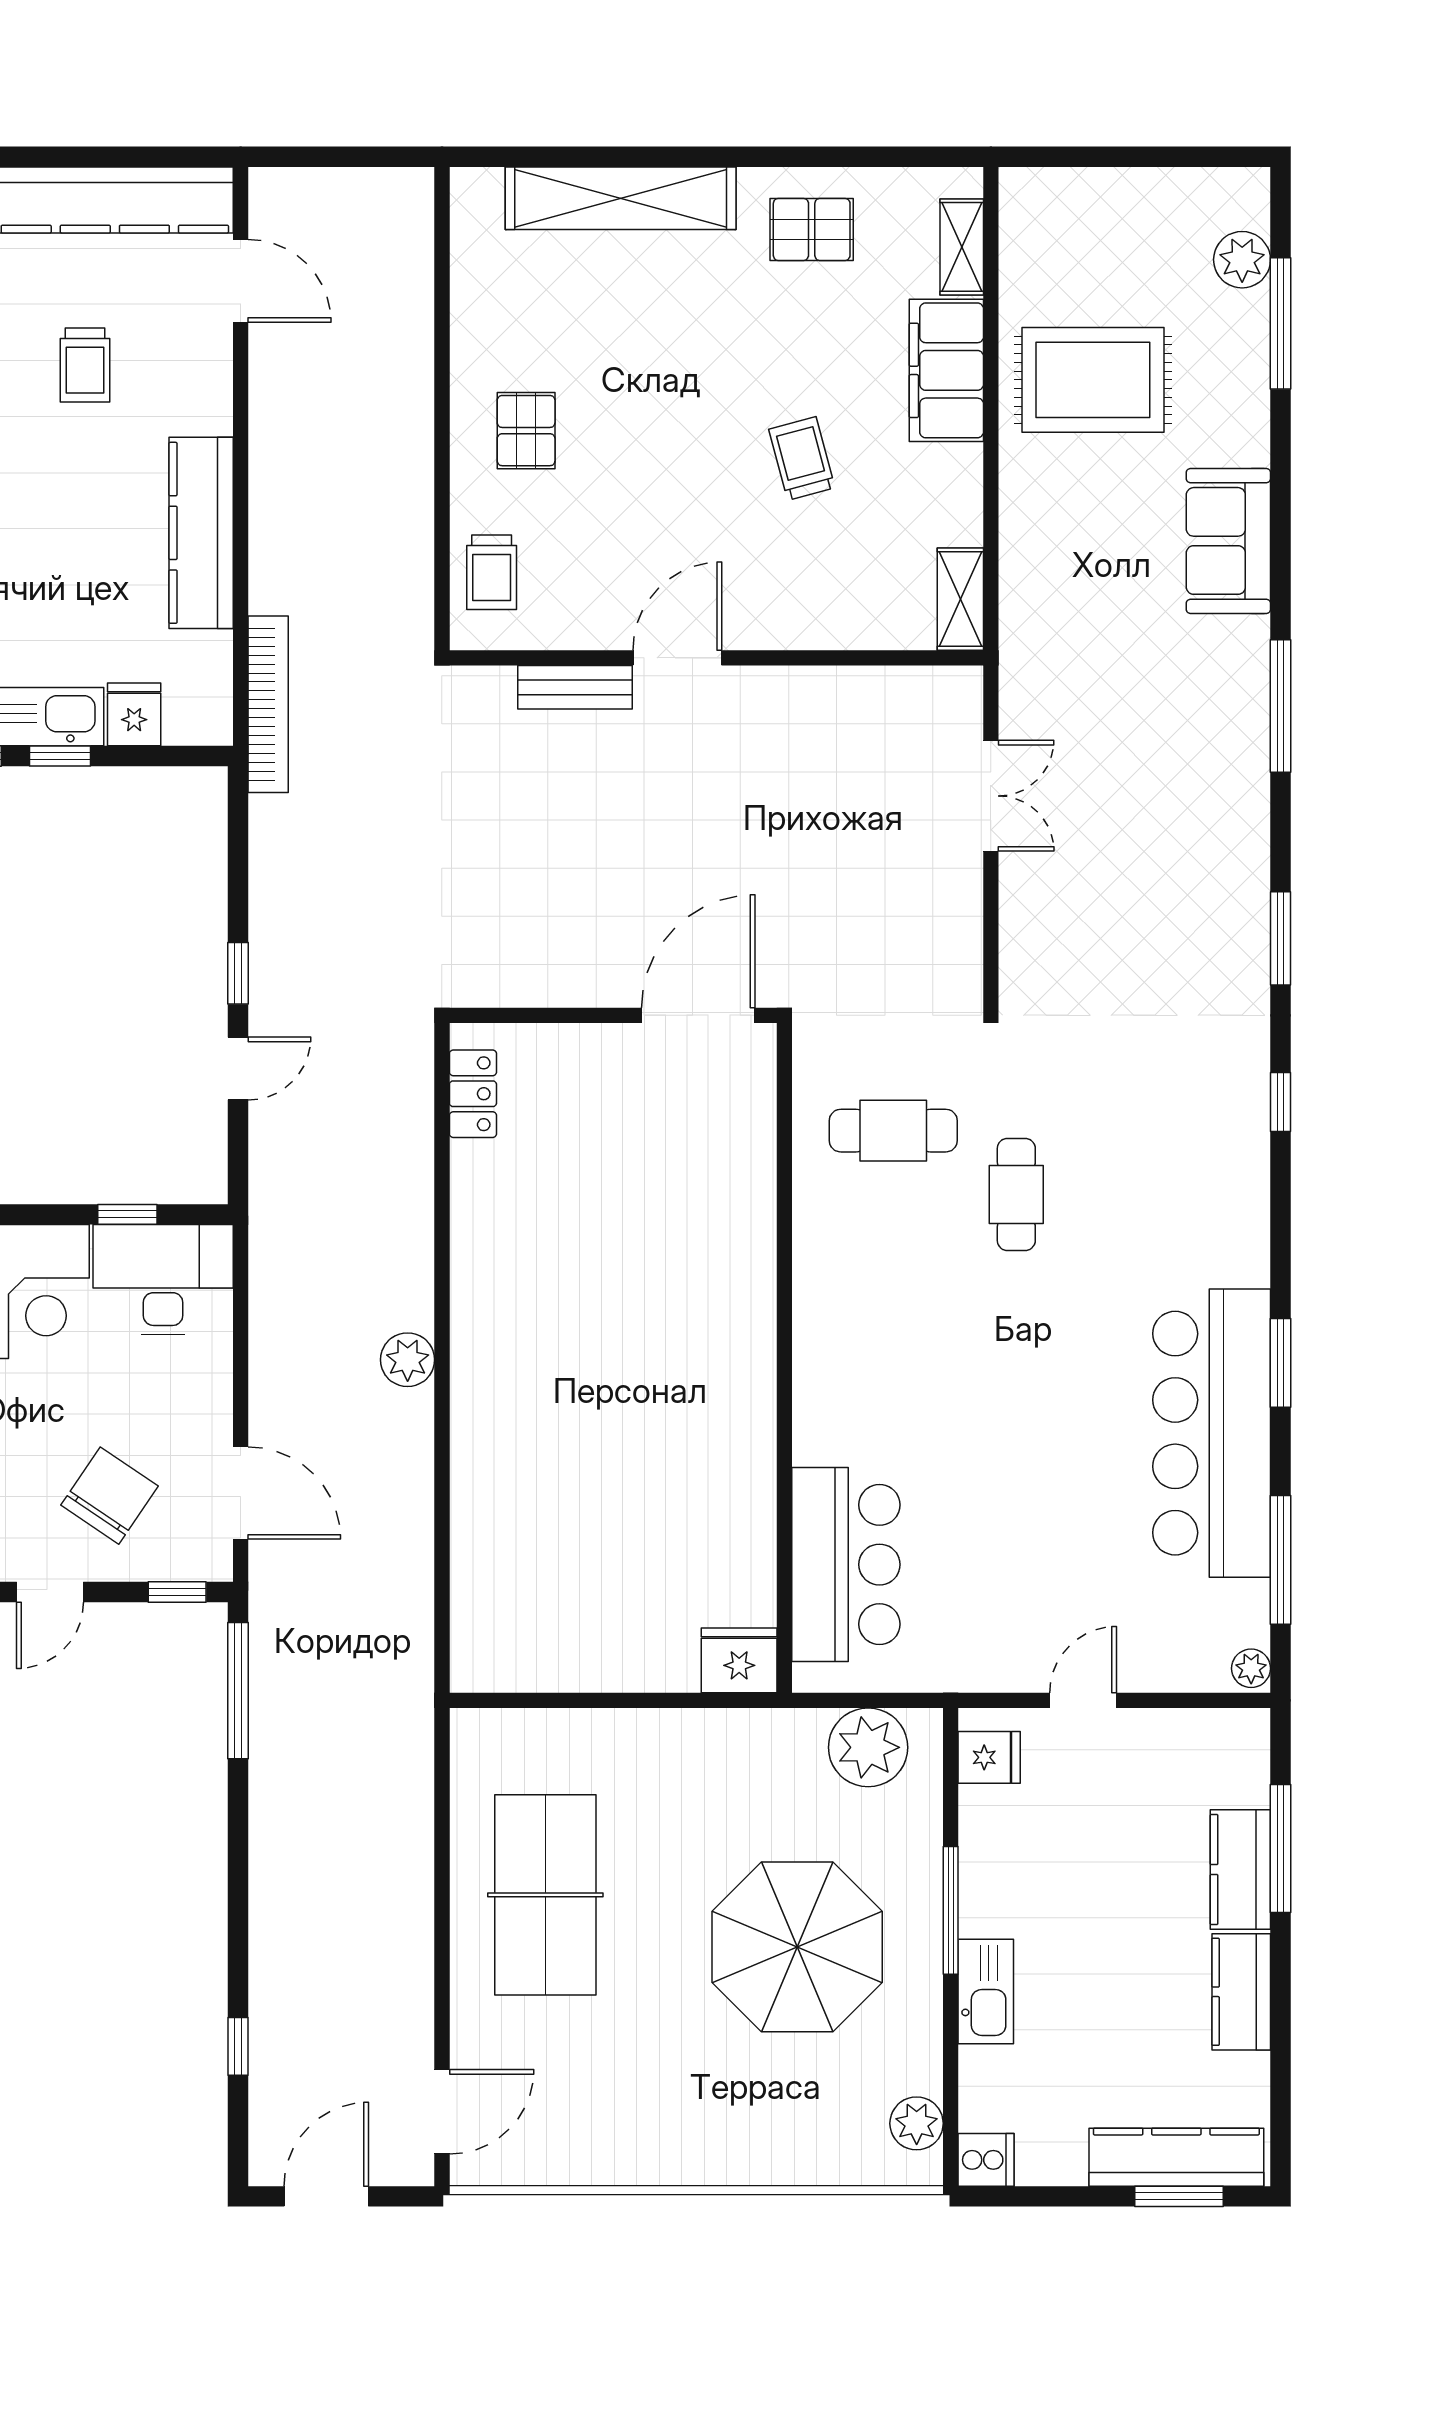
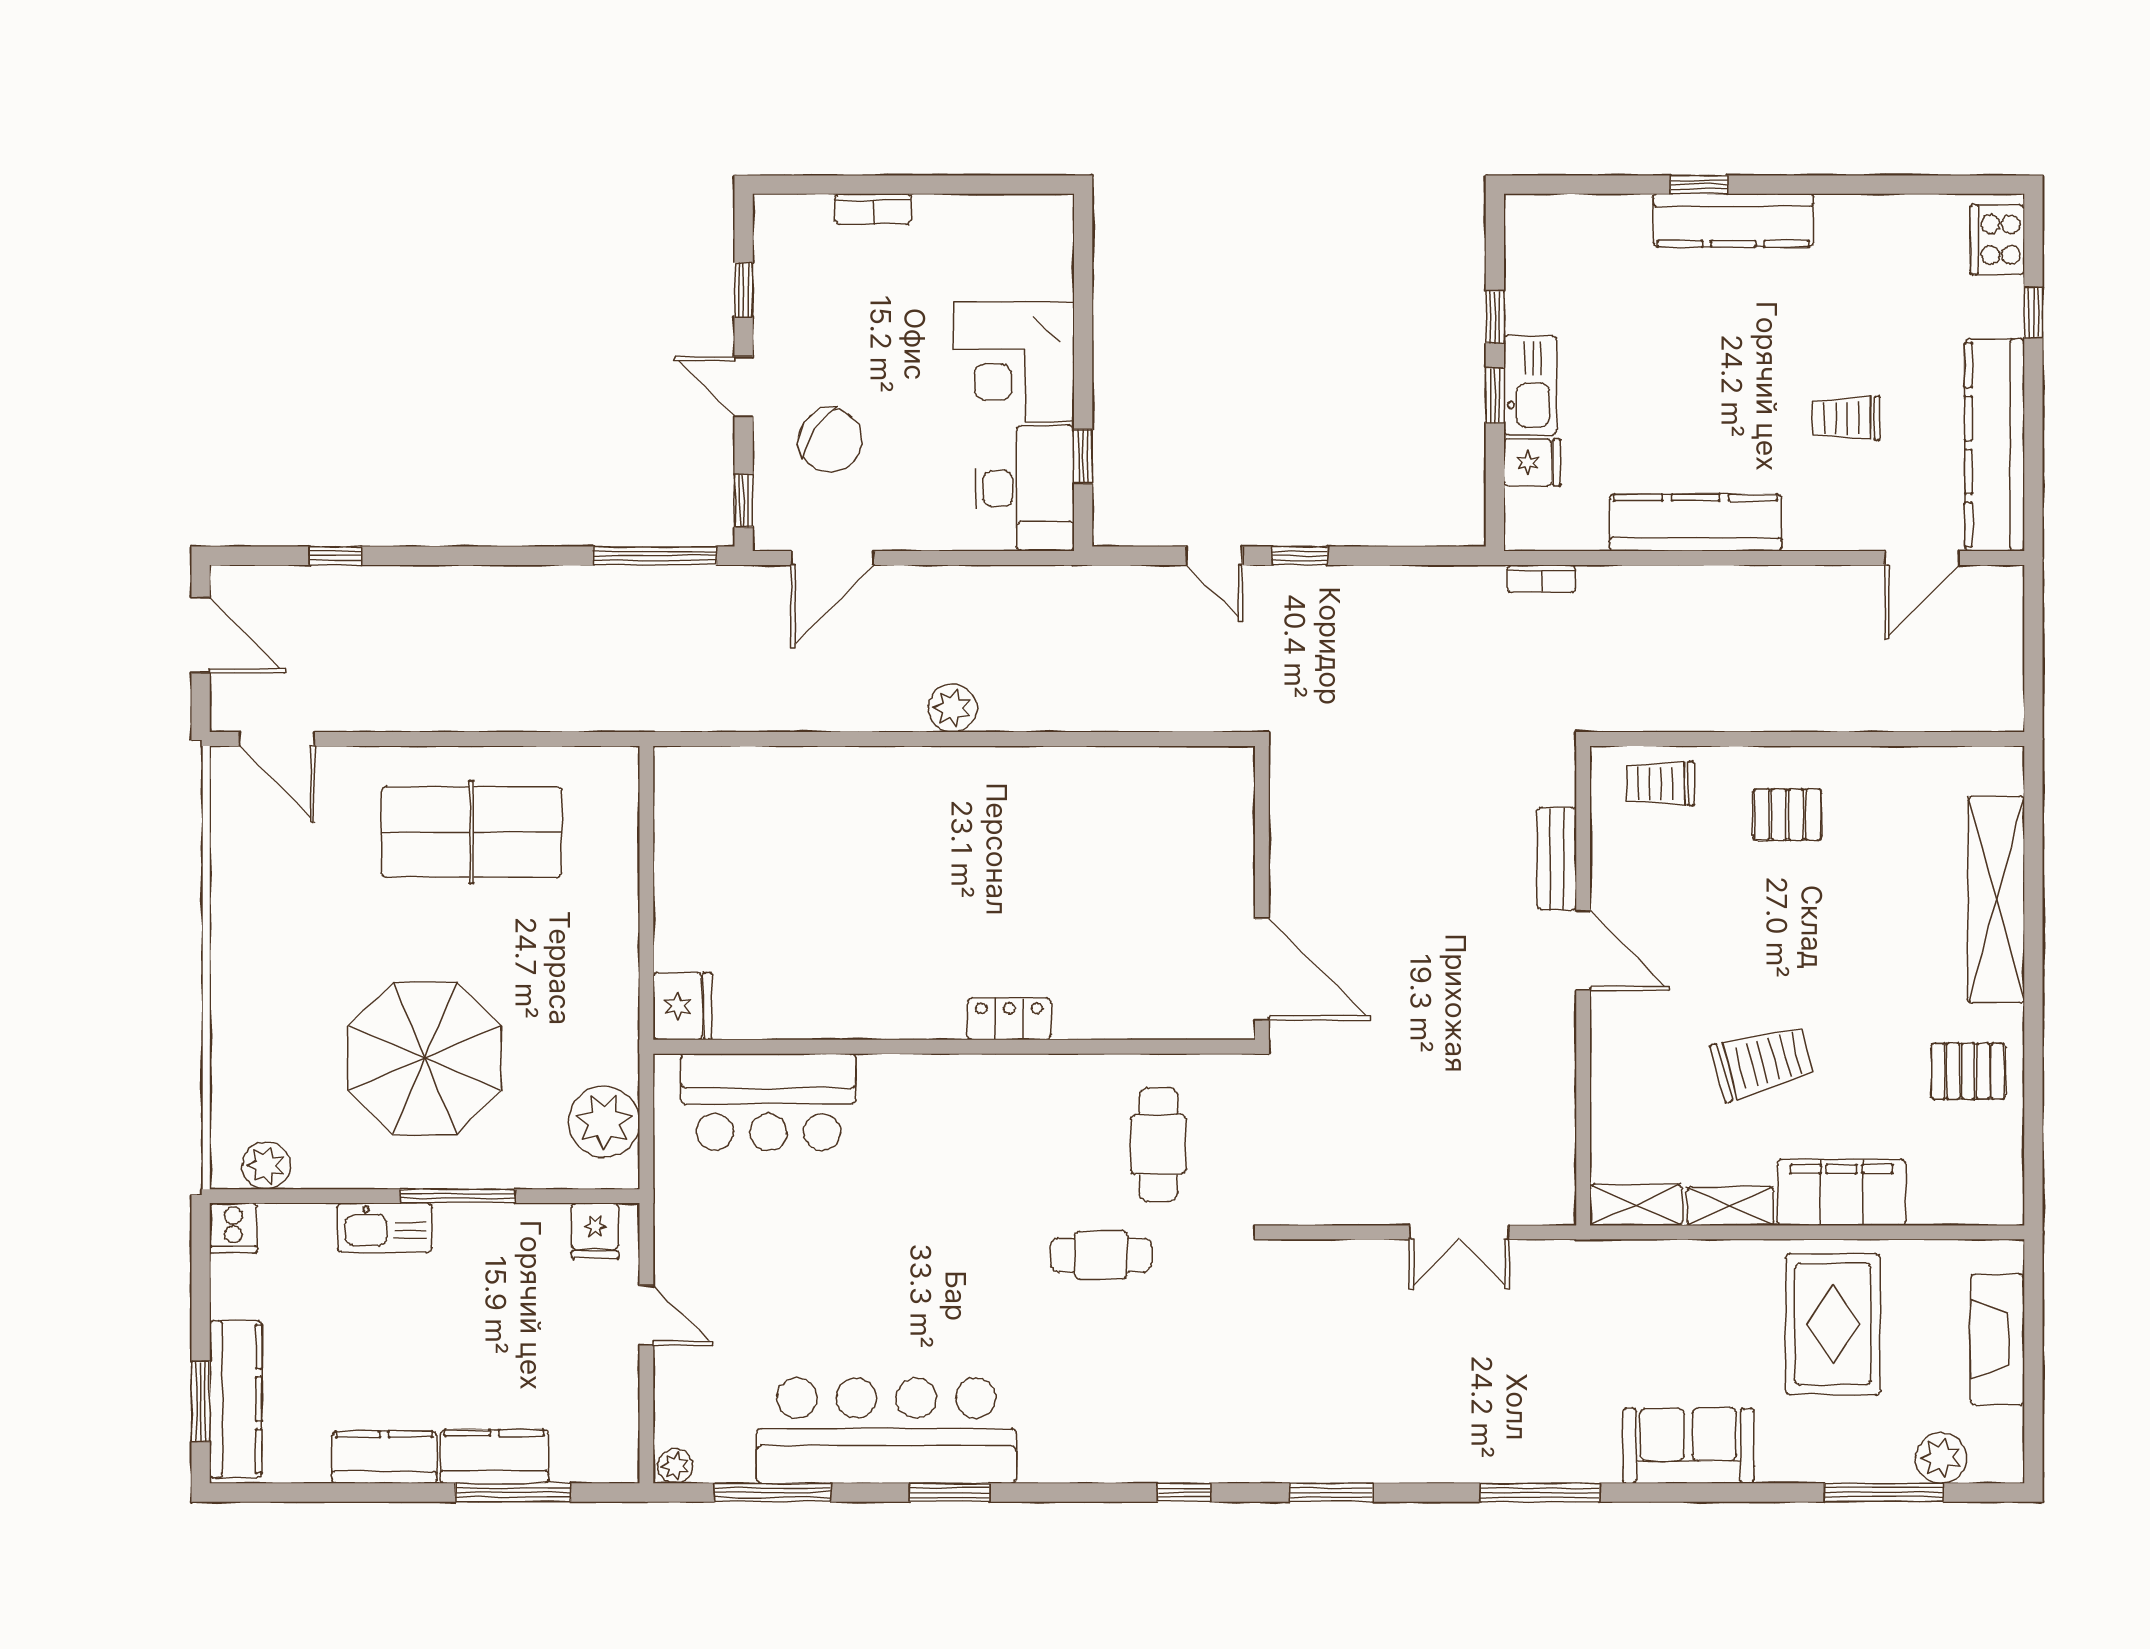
fireplace: (1110, 197) -> (1997, 1339), added
pallet: (812, 229) -> (1968, 1071), turned 90
shelving: (962, 247) -> (1731, 1206), moved
trolley: (802, 459) -> (1762, 1062), width x1.36, depth x1.39
bookcase: (268, 704) -> (1541, 579), width x0.43, depth x0.76
locker: (473, 1094) -> (1009, 1019), moved, turned 180

